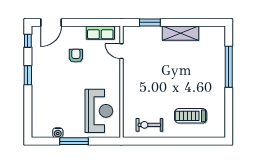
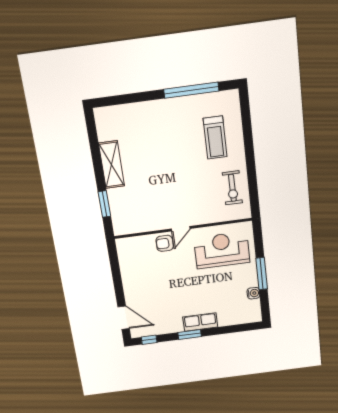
row of seats: (100, 33) -> (200, 322), moved, turned -90
door: (121, 51) -> (181, 229), moved
armchair: (76, 56) -> (165, 243), moved
window: (229, 67) -> (191, 90), moved

